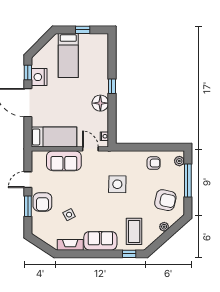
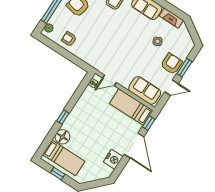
bed: (68, 55) -> (64, 158), moved, turned 90
window: (28, 72) -> (149, 123), moved
floor lamp: (100, 103) -> (62, 137), moved
door: (90, 149) -> (110, 80), hinge flipped
sofa: (64, 161) -> (145, 90), moved
side table: (117, 184) -> (106, 41), removed

